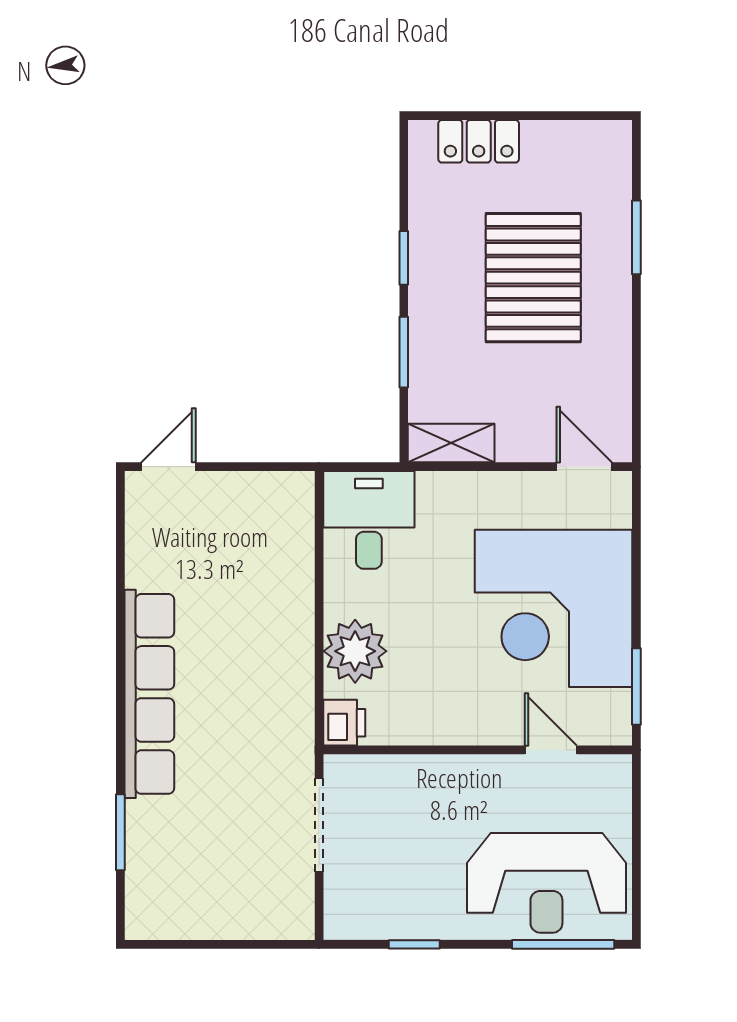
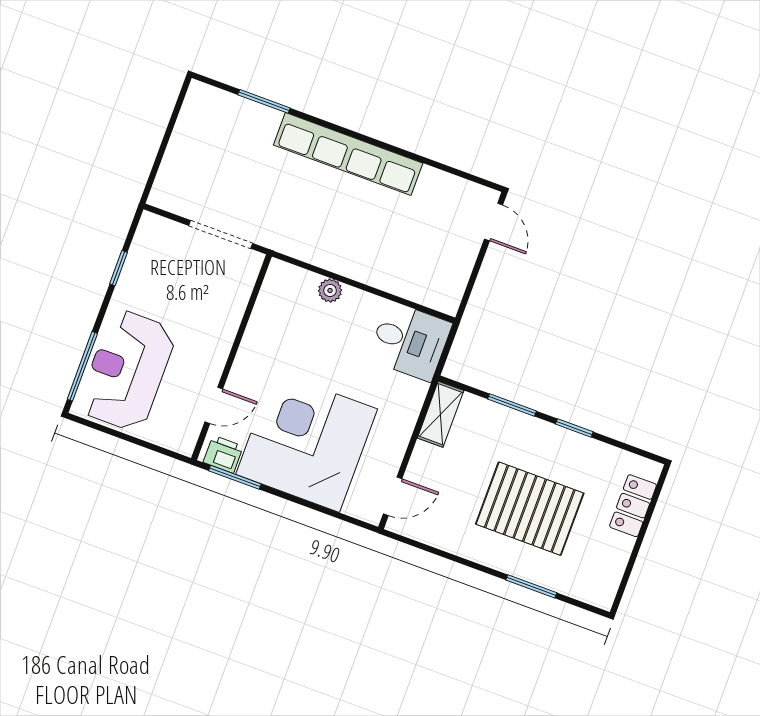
plant: (355, 651) -> (330, 290), width x0.53, depth x0.53
printer: (344, 723) -> (223, 454), moved, turned 180

